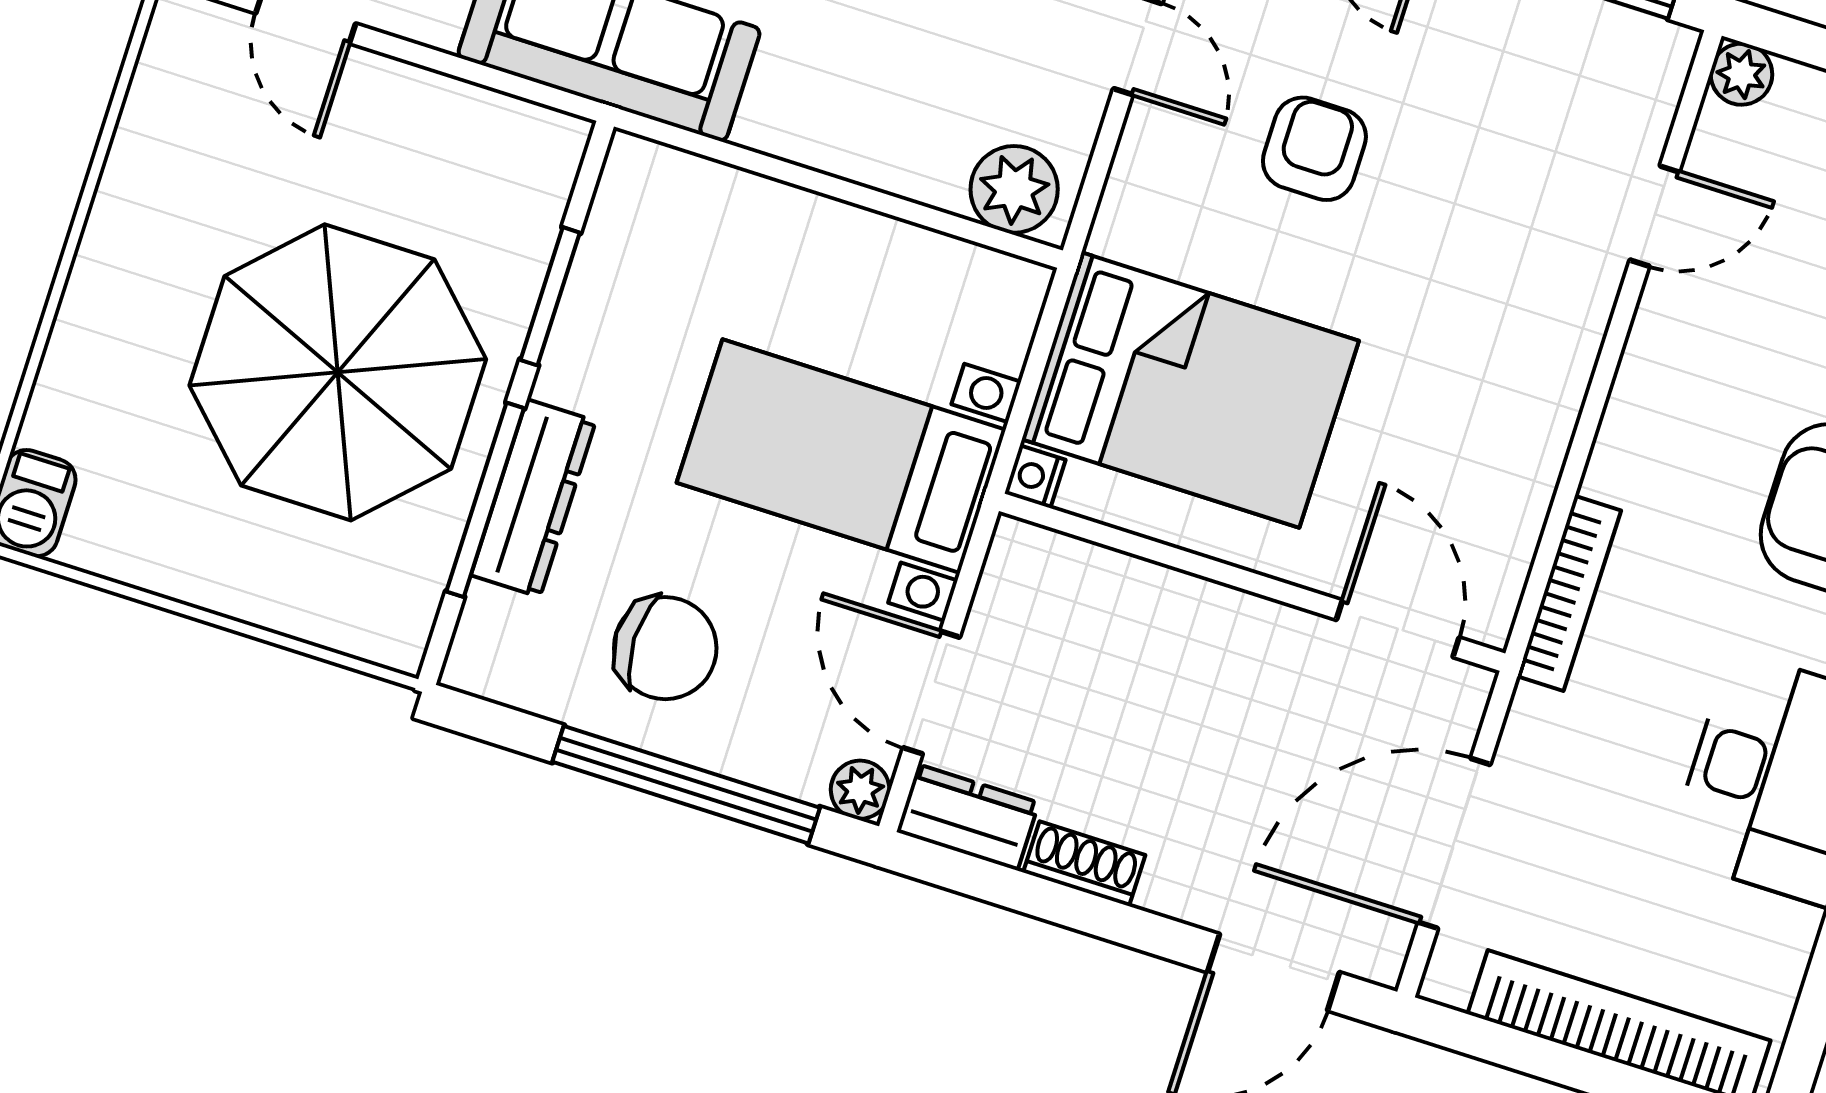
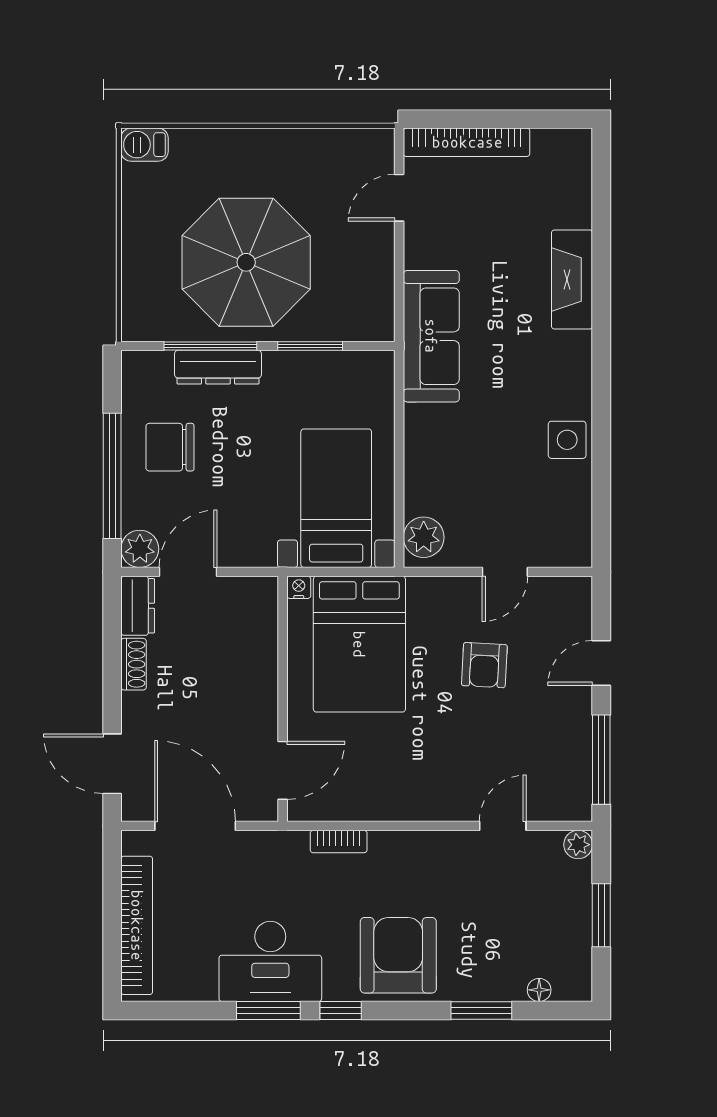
armchair: (1314, 149) -> (484, 665), turned 93
door: (1655, 216) -> (503, 826), swing flipped
bed with nightstands: (841, 456) -> (336, 498), moved
bookcase: (1569, 593) -> (339, 842), width x0.64
chair: (665, 648) -> (170, 447), turned 90
plant: (860, 790) -> (140, 549), width x1.38, depth x1.38

